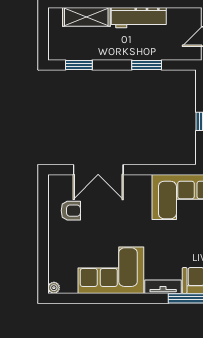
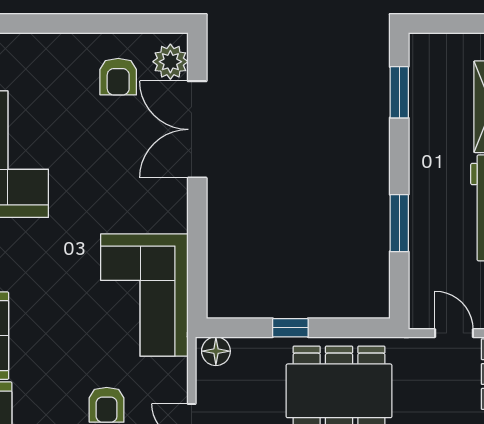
plant: (63, 184) -> (170, 62), added

